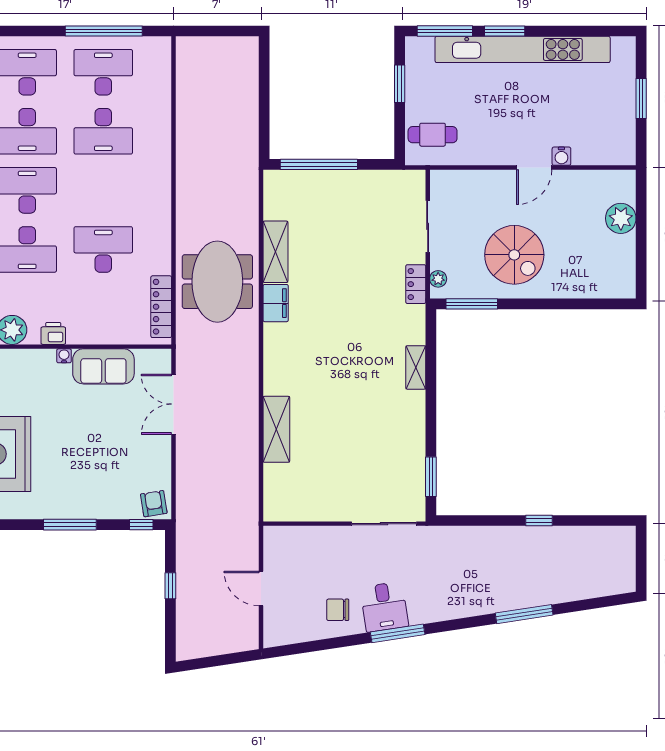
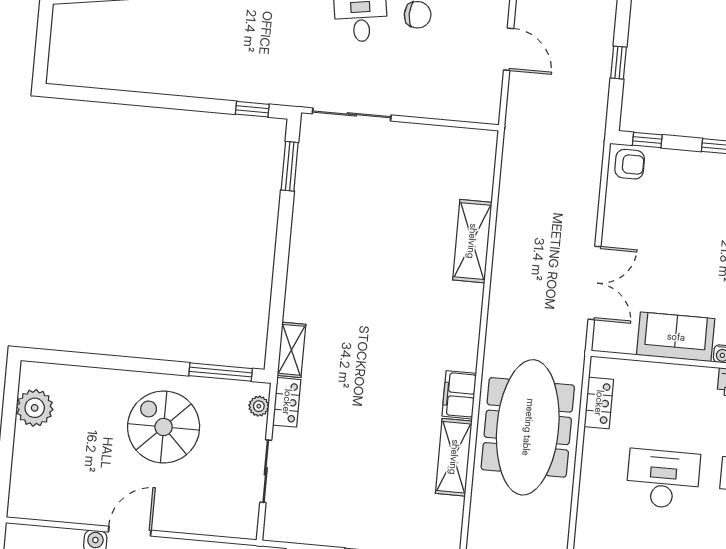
plant: (621, 218) -> (35, 408), moved
desk: (103, 249) -> (663, 479), turned 180
meeting table: (217, 282) -> (528, 427), width x1.36
locker: (161, 307) -> (599, 403), width x0.66
shelving: (416, 367) -> (291, 350), moved
armchair: (154, 504) -> (630, 164), turned -81
window: (539, 521) -> (252, 109), moved

